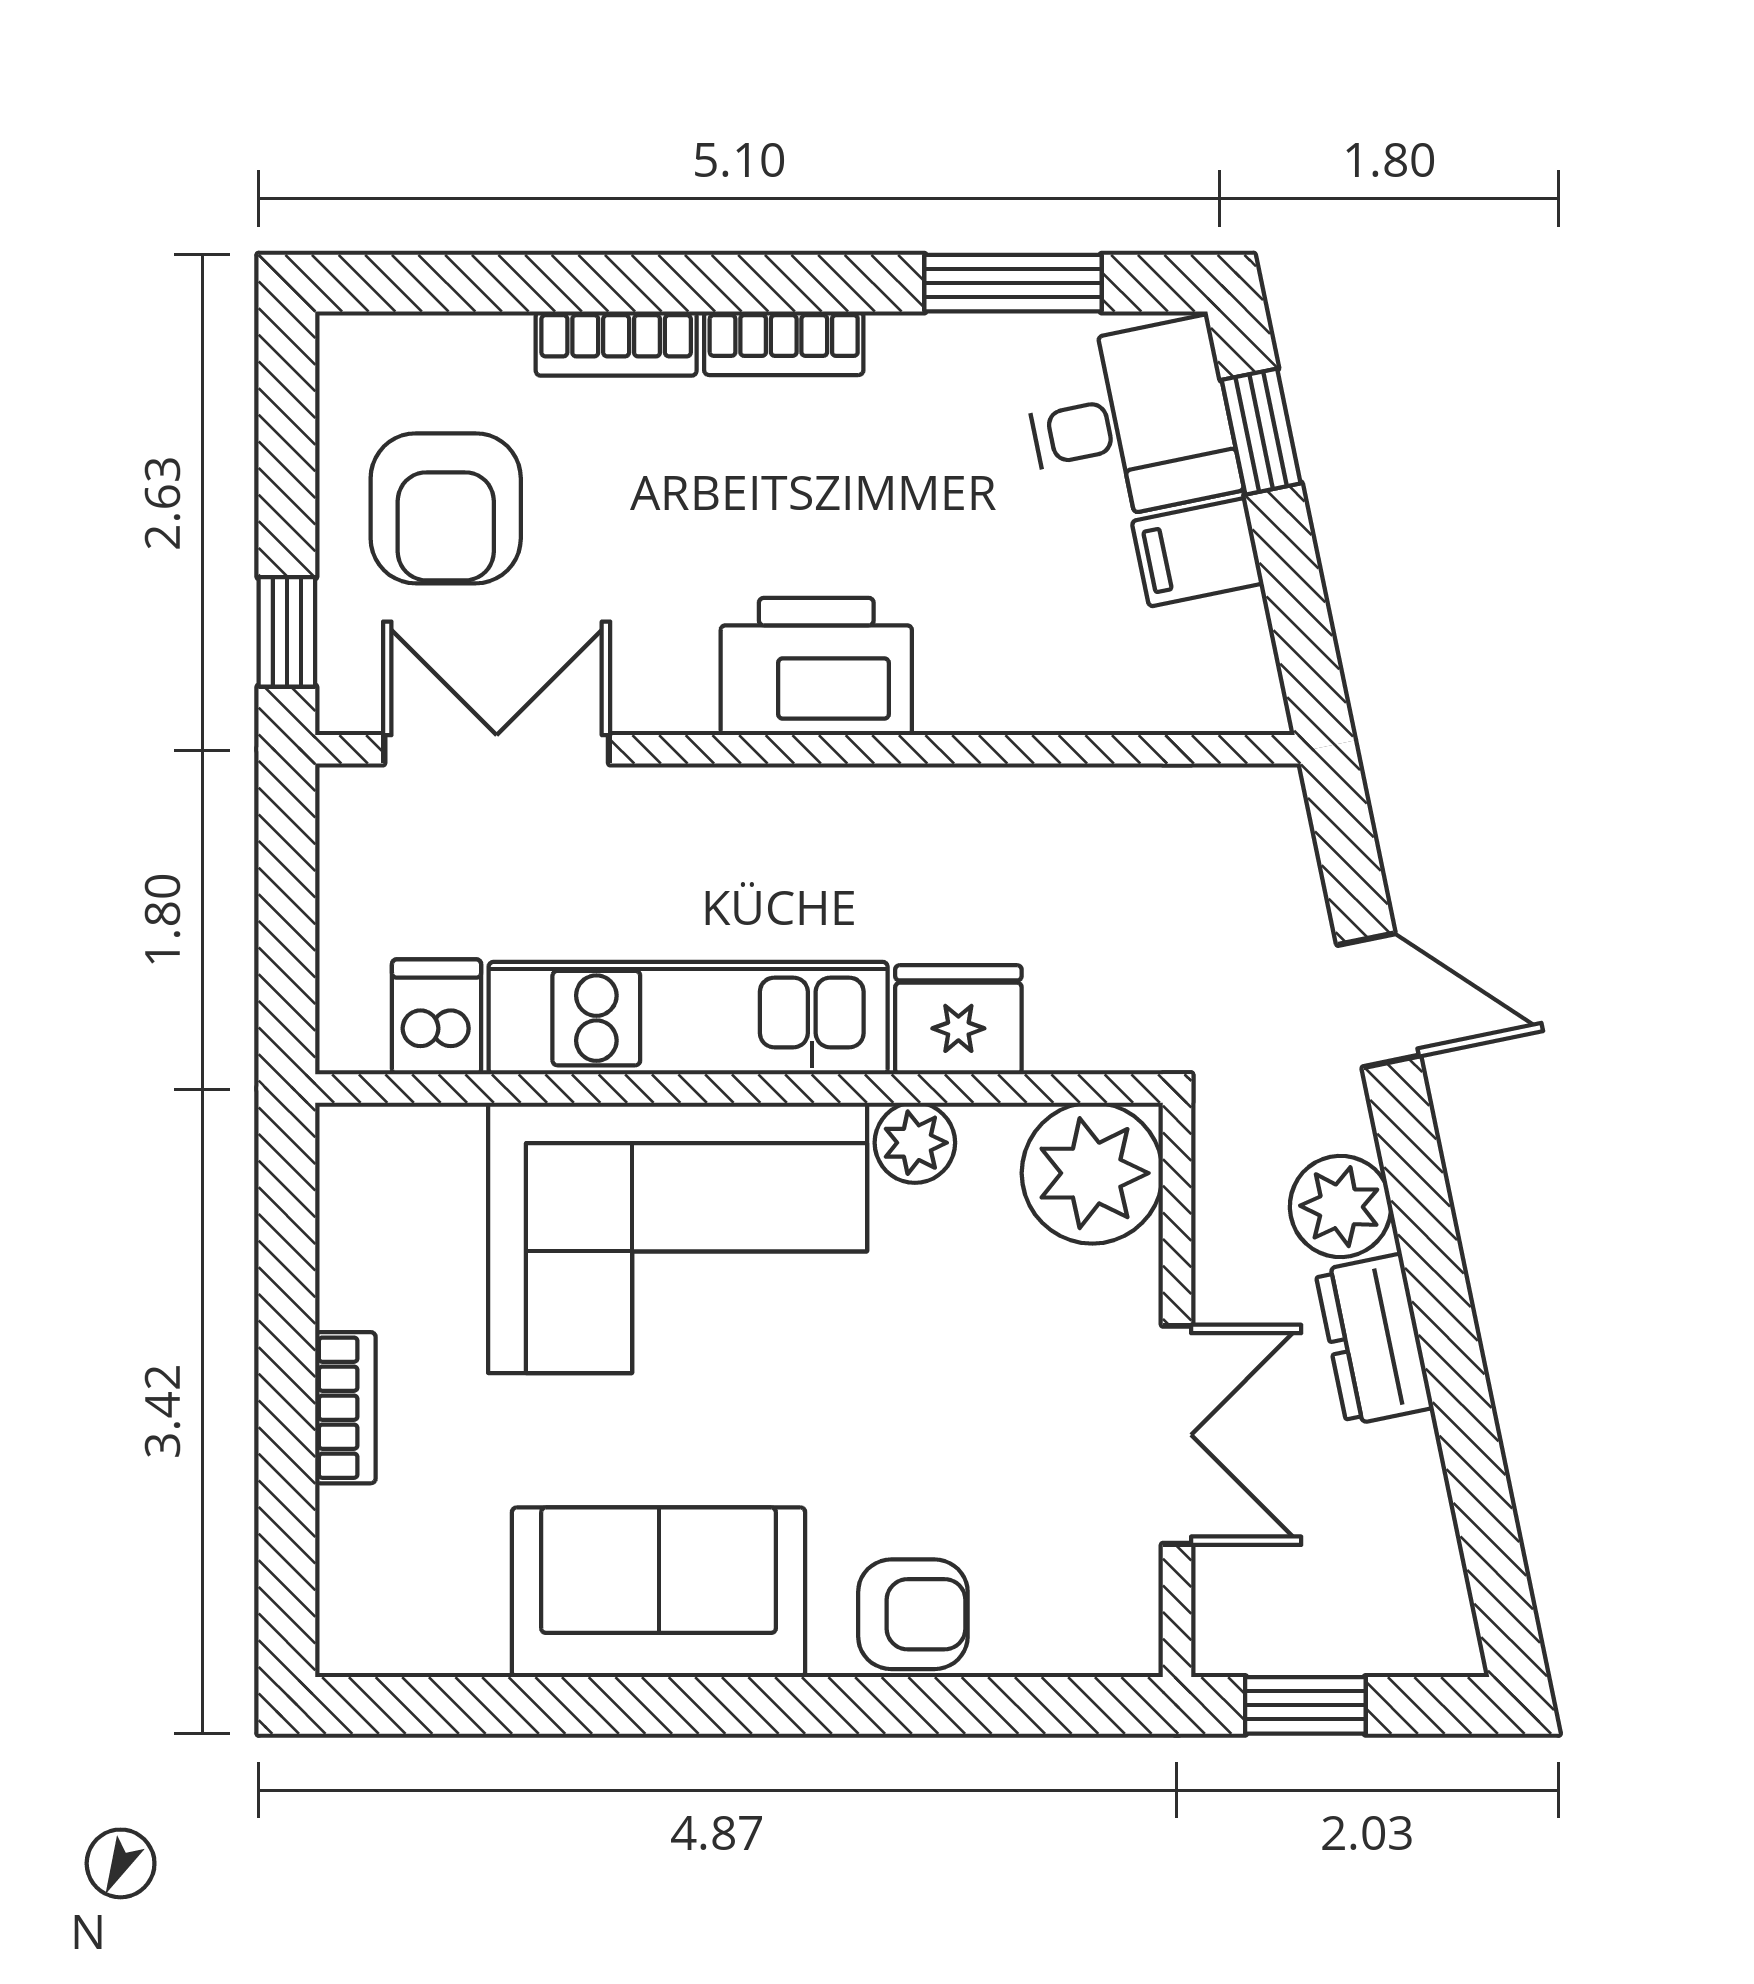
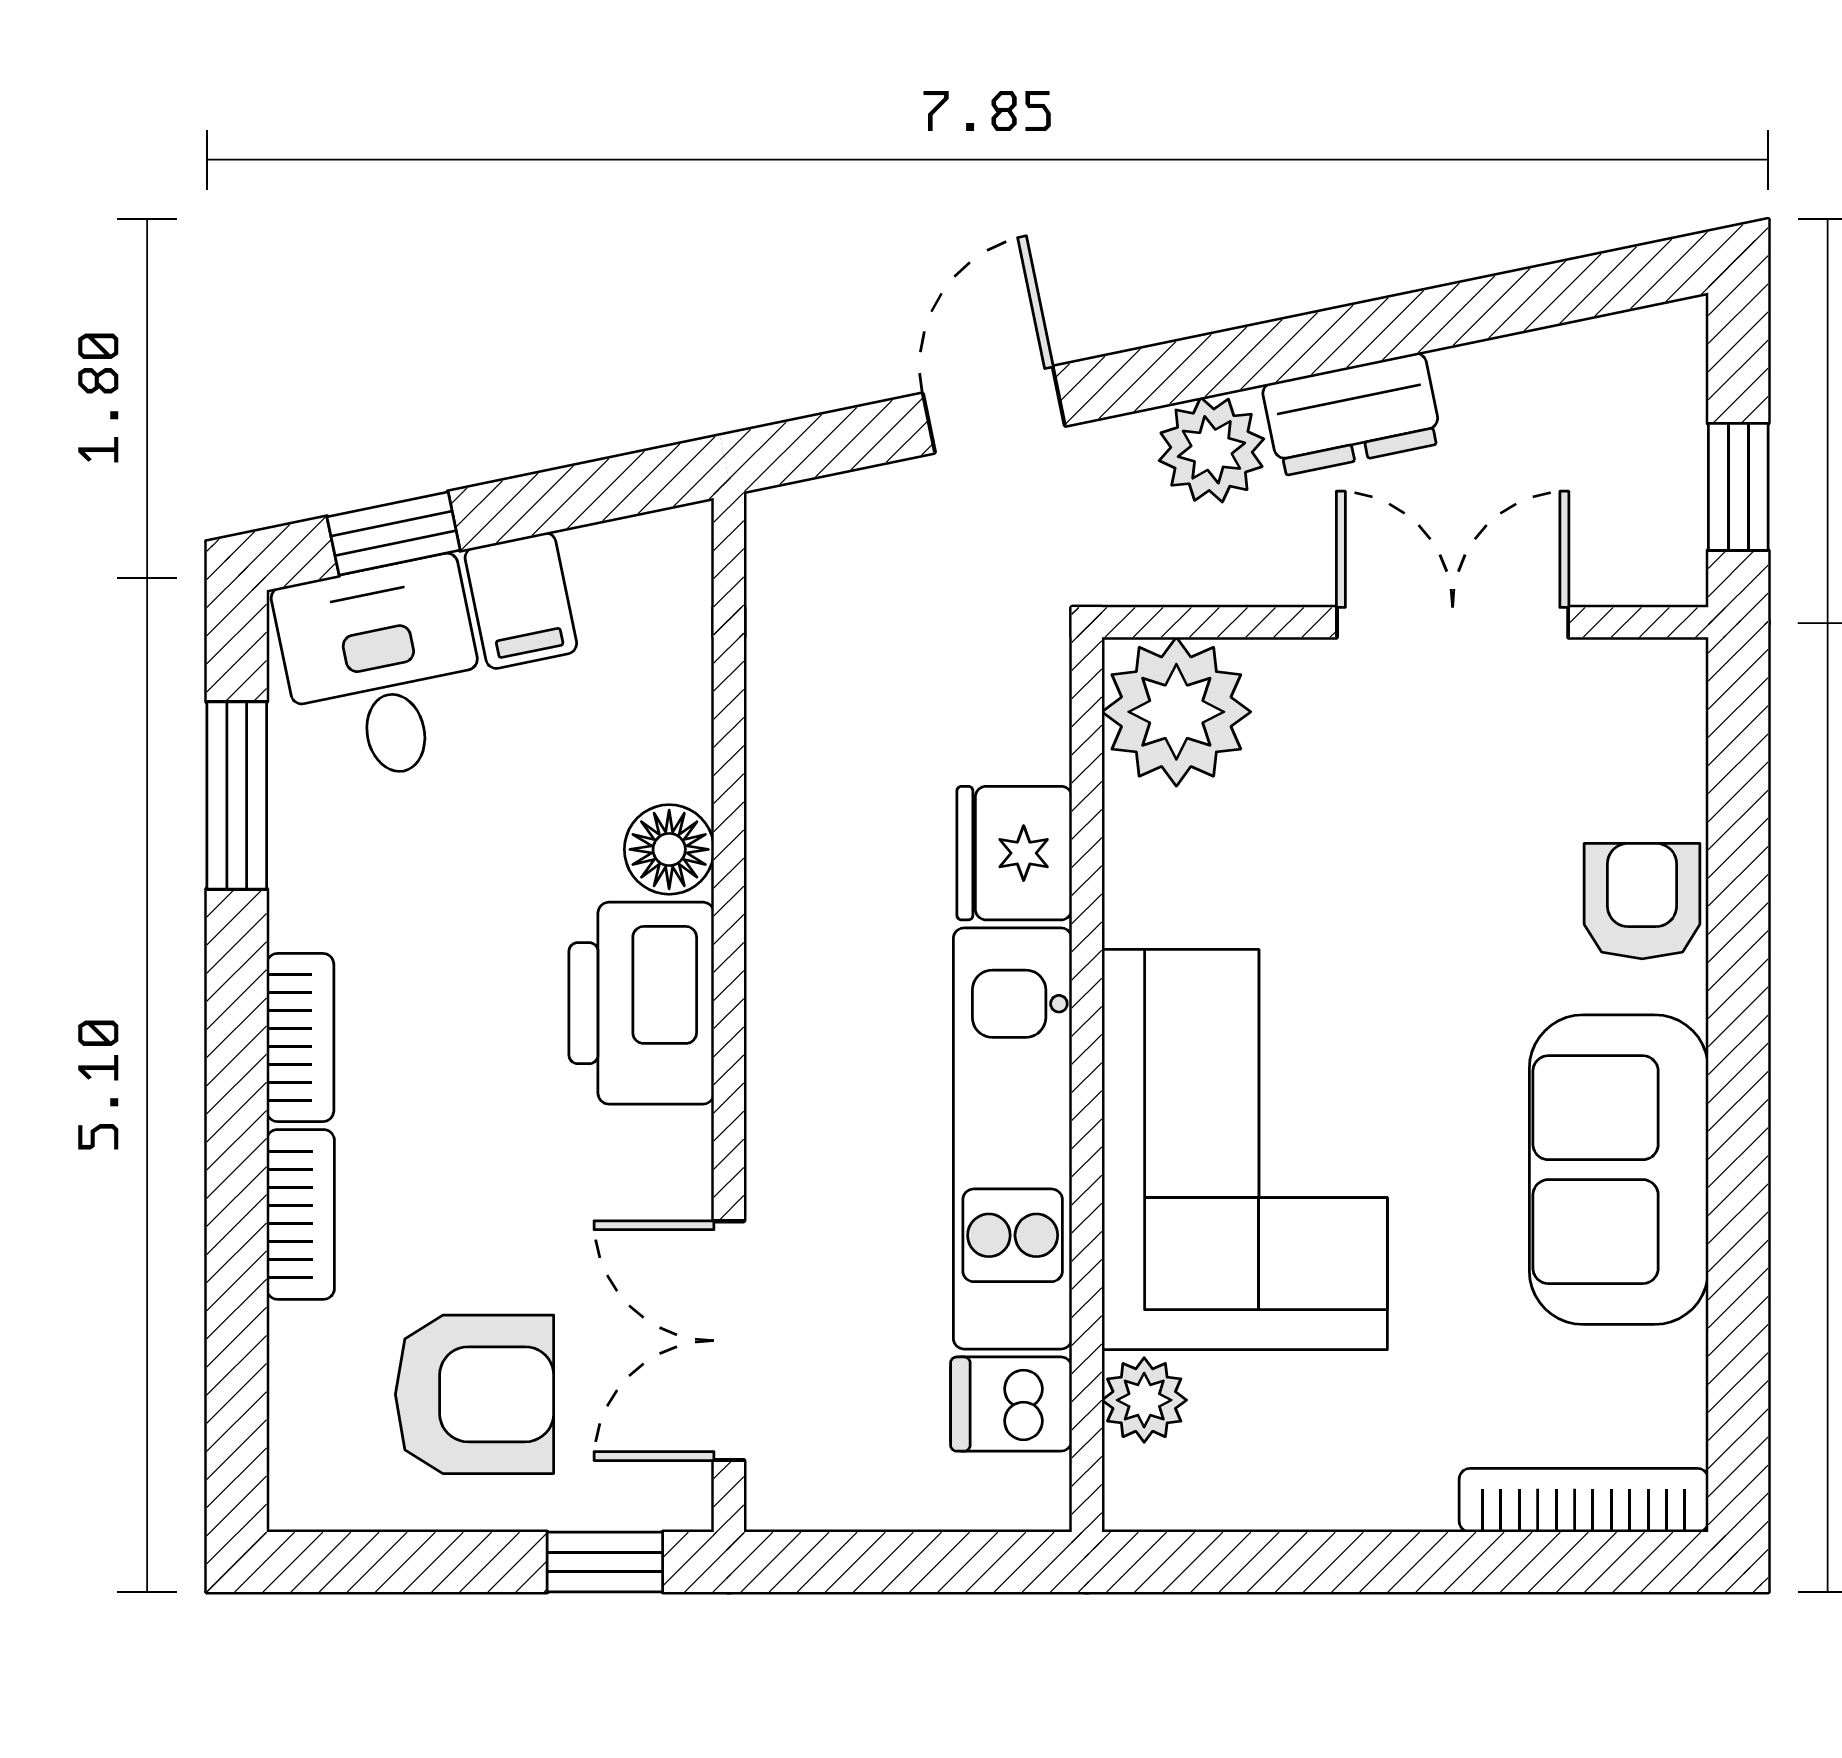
floor lamp: (962, 693) -> (669, 849), added
plant: (915, 1143) -> (1144, 1400), moved
bookcase: (345, 1408) -> (1584, 1500), moved, width x1.56

